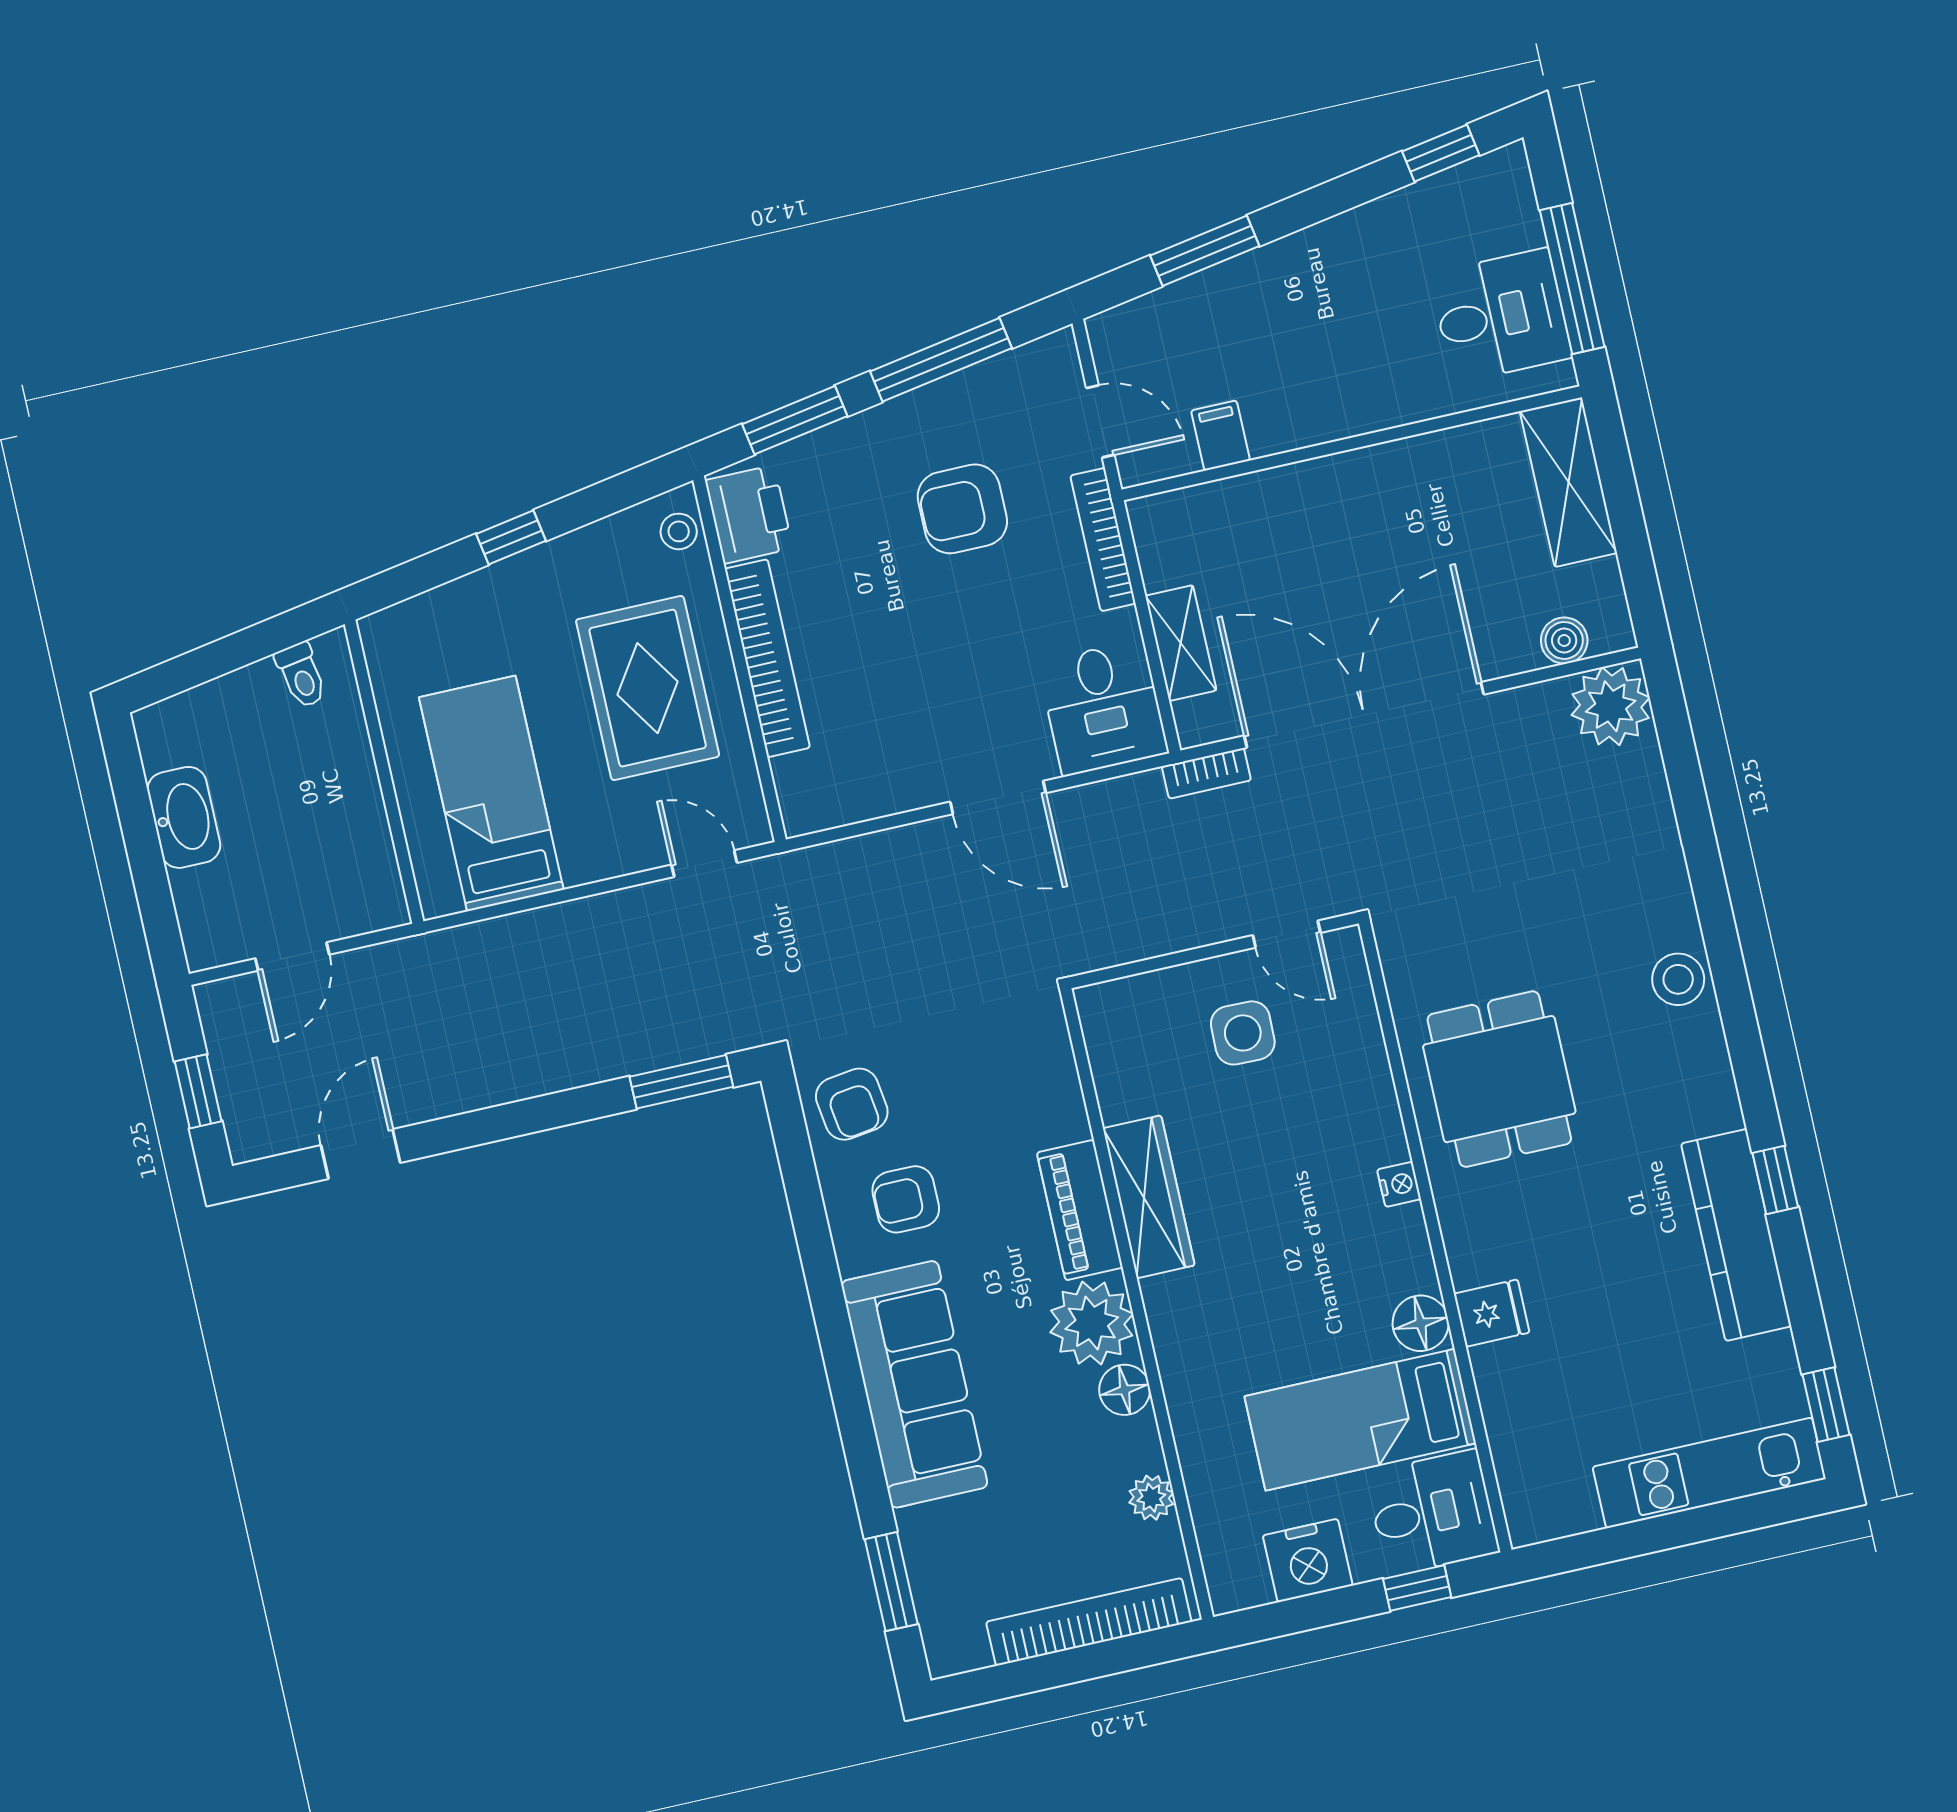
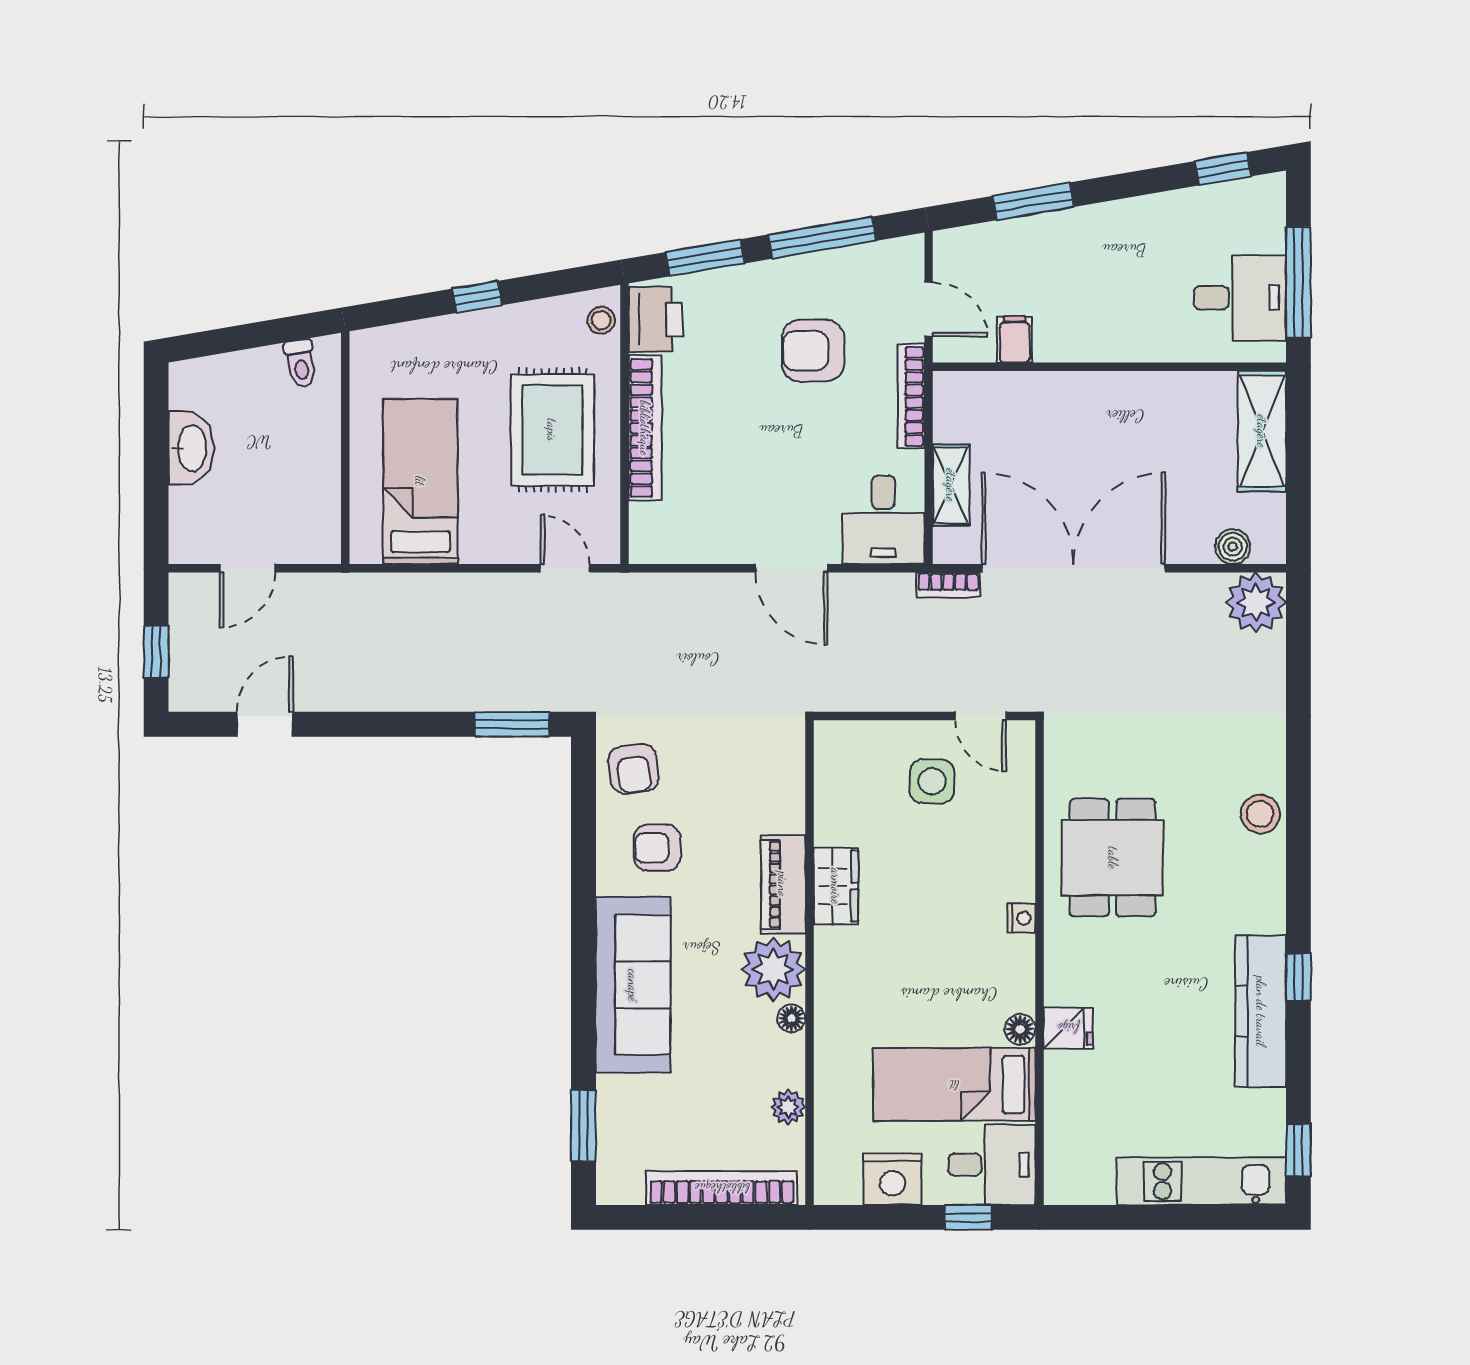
wardrobe: (1149, 1197) -> (836, 886), width x0.67
floor lamp: (1421, 1323) -> (1020, 1029), width x0.73, depth x0.73
floor lamp: (1125, 1390) -> (791, 1018), width x0.73, depth x0.73

